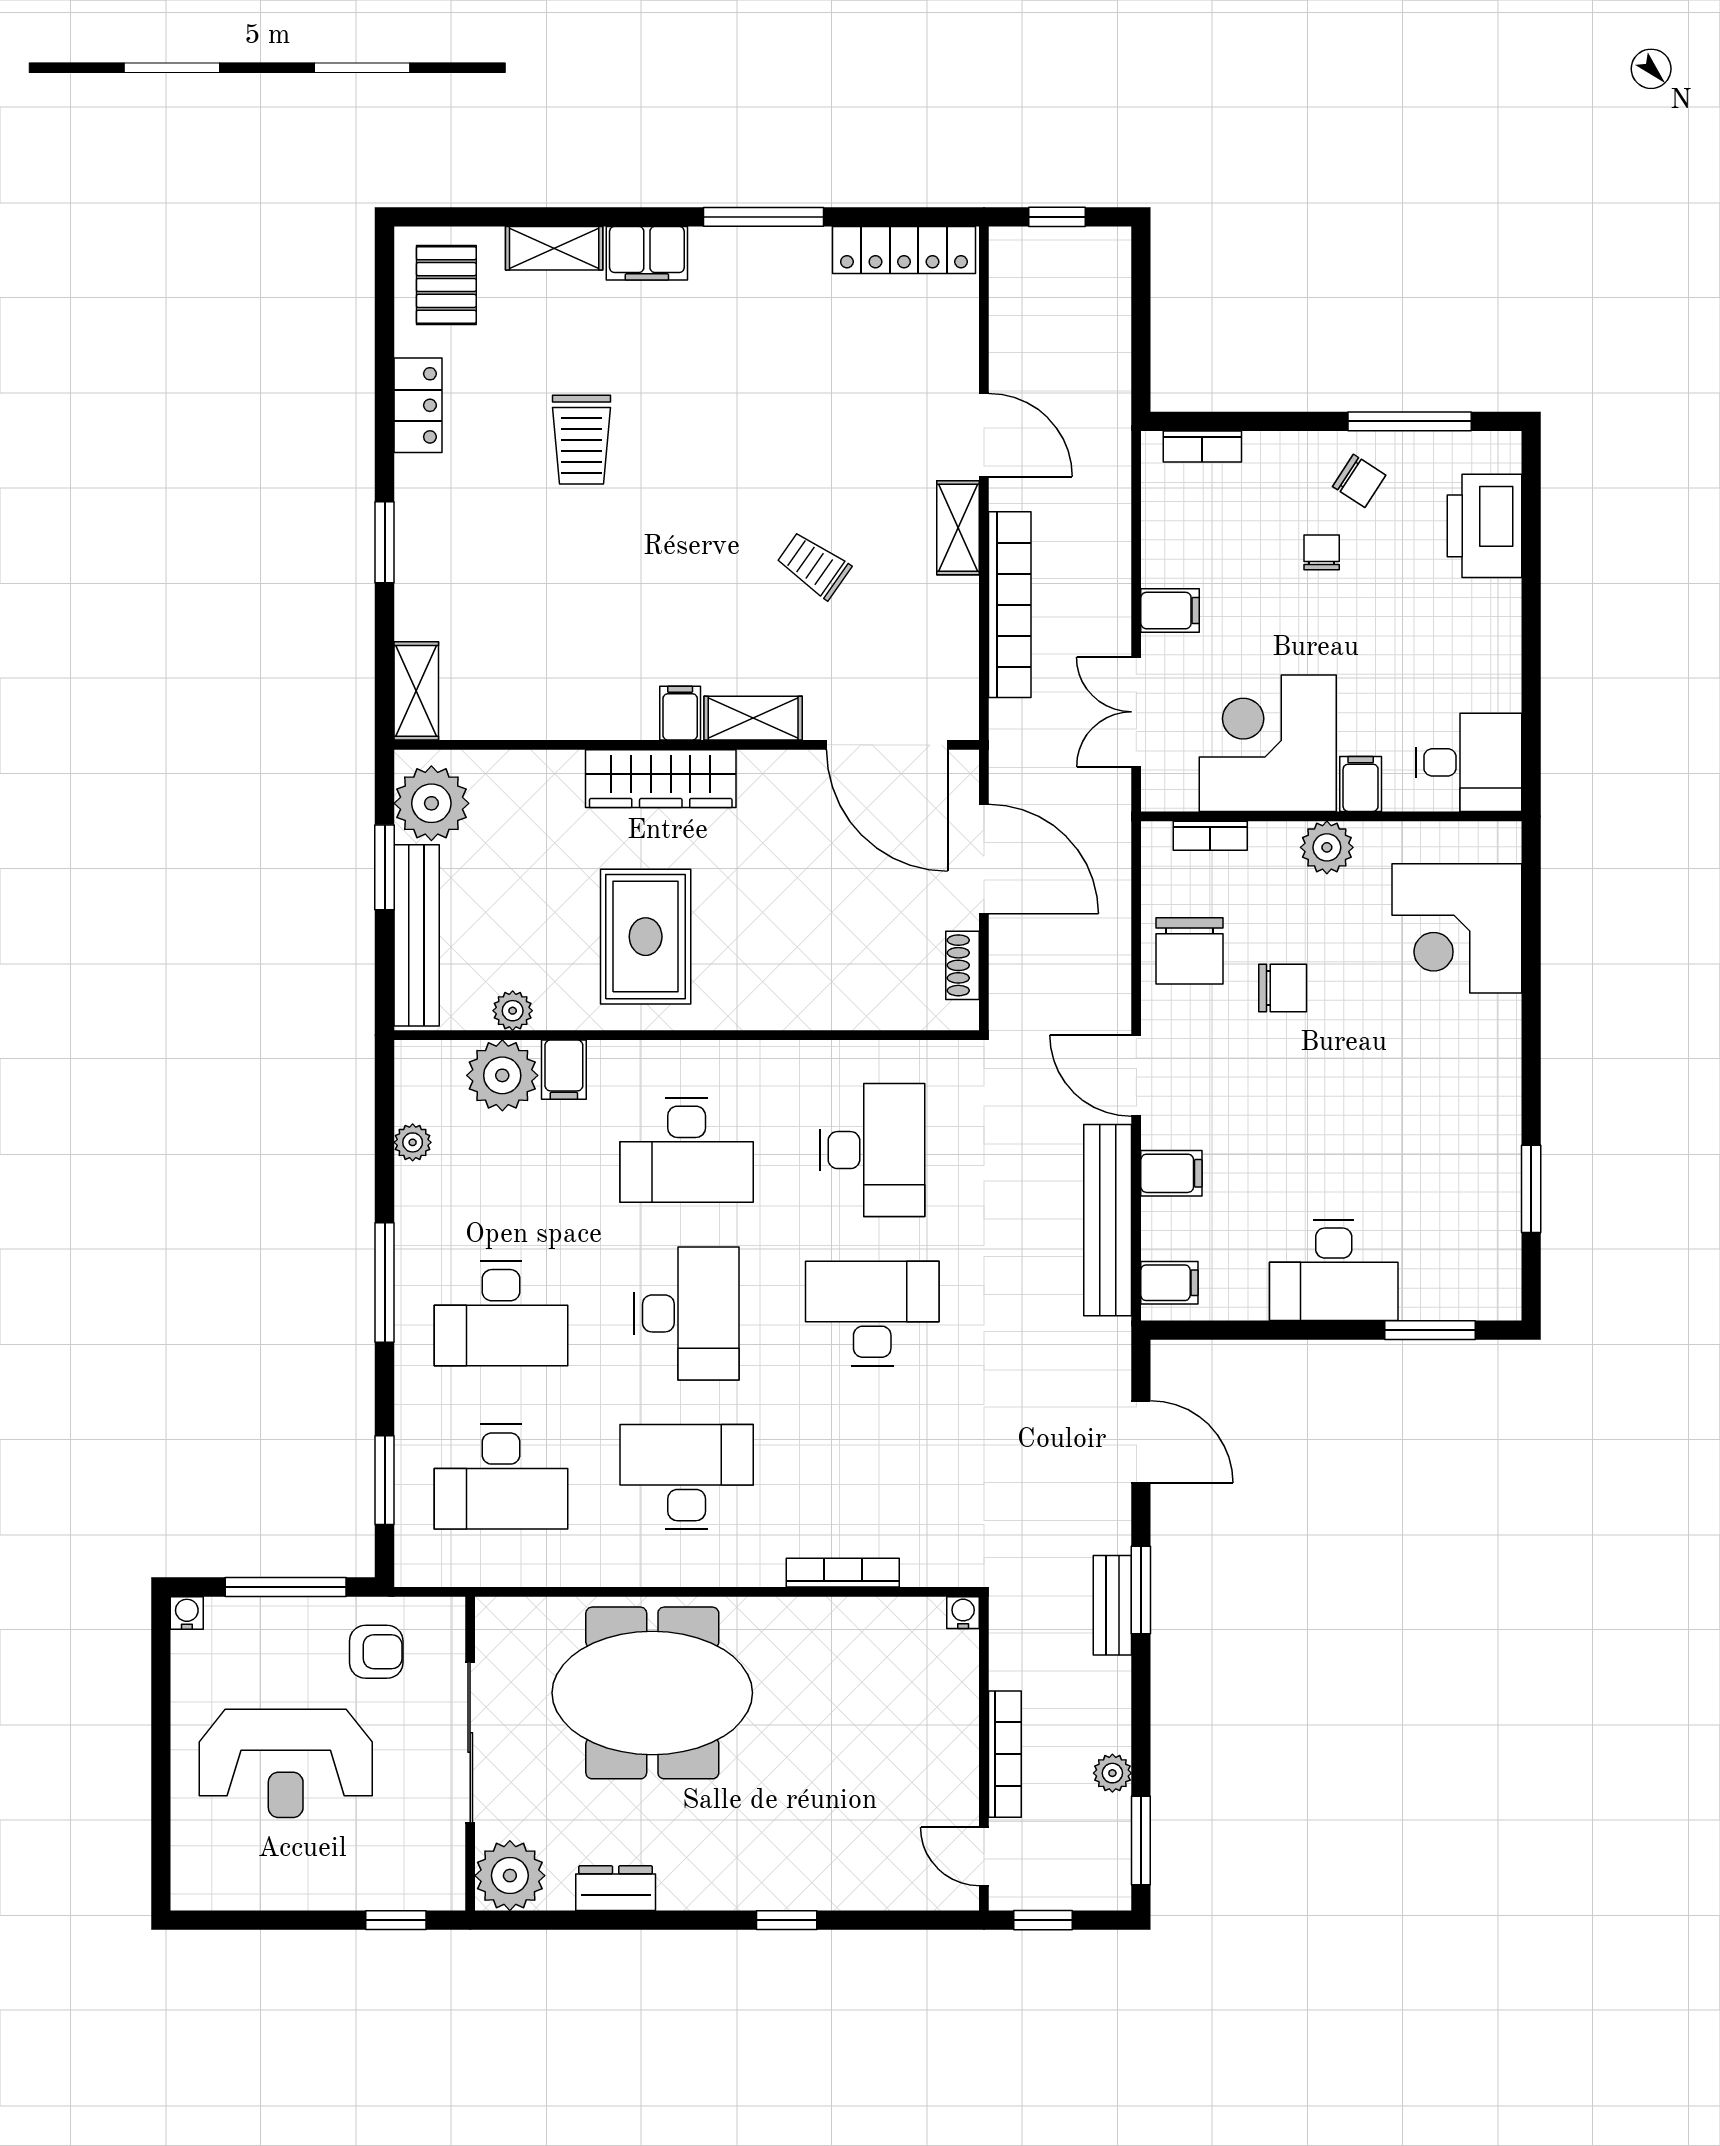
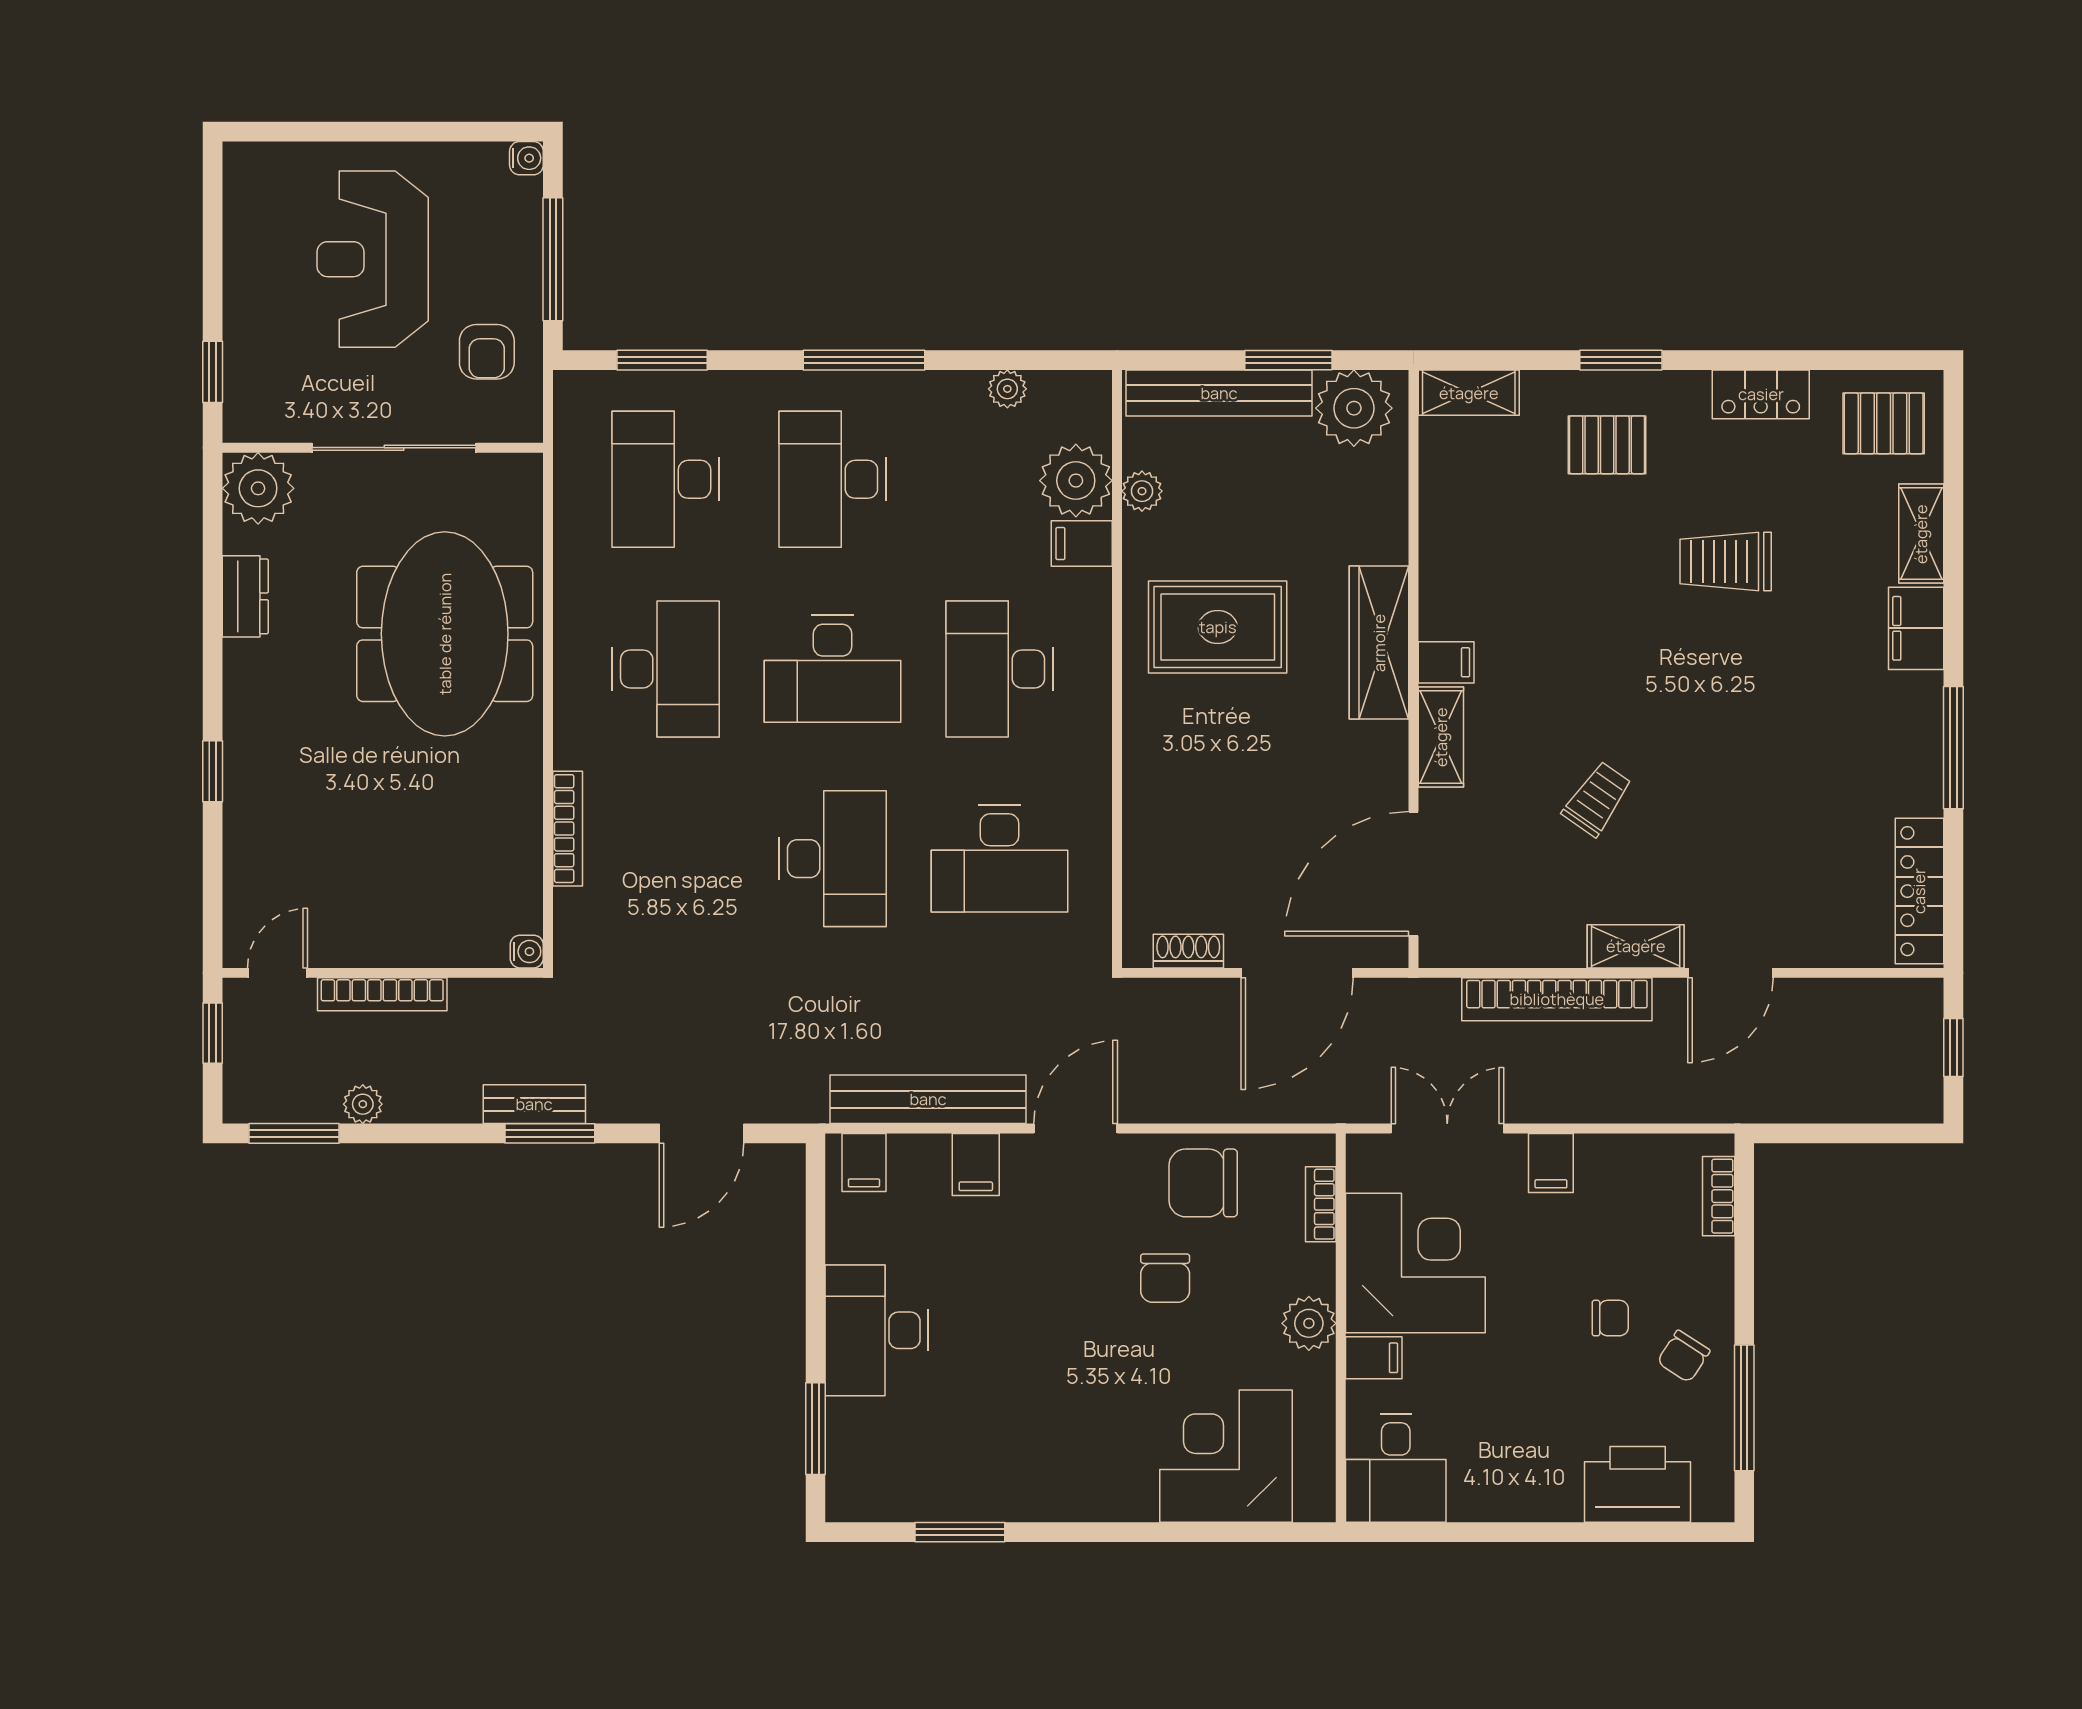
pallet: (467, 556) -> (1607, 445), added

